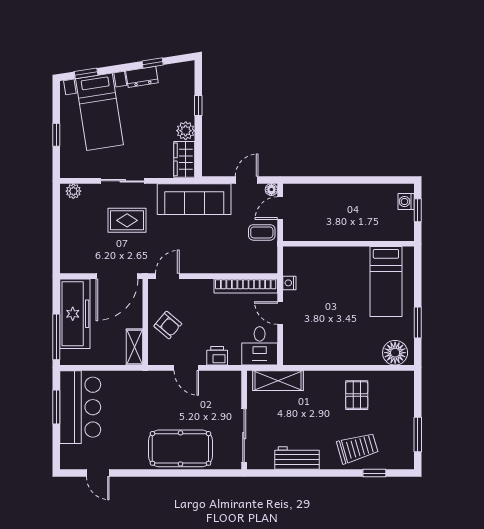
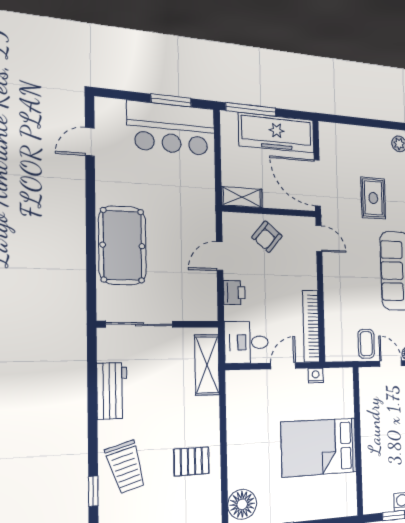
bed: (386, 282) -> (319, 447), moved, width x1.50

